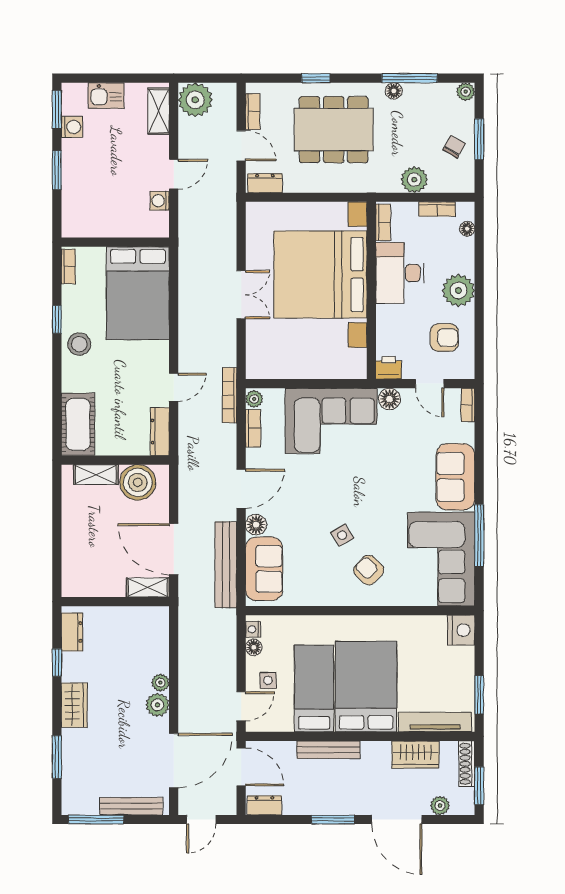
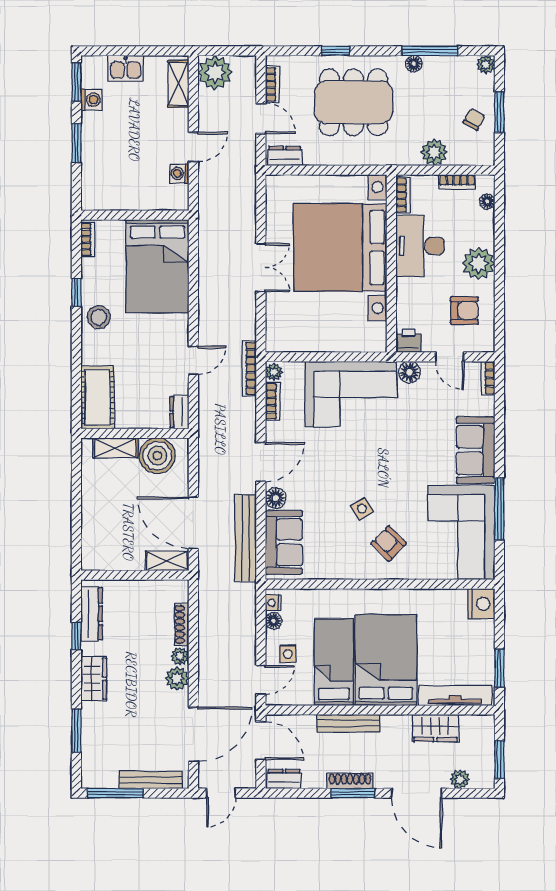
dresser: (160, 432) -> (179, 412), width x0.70
dresser: (72, 632) -> (92, 614), width x1.44
shoe rack: (162, 651) -> (182, 625), added
shoe rack: (467, 764) -> (350, 781), moved, turned 90

